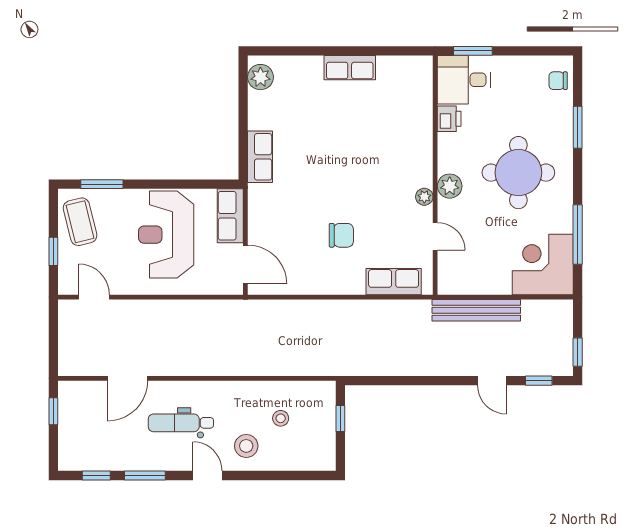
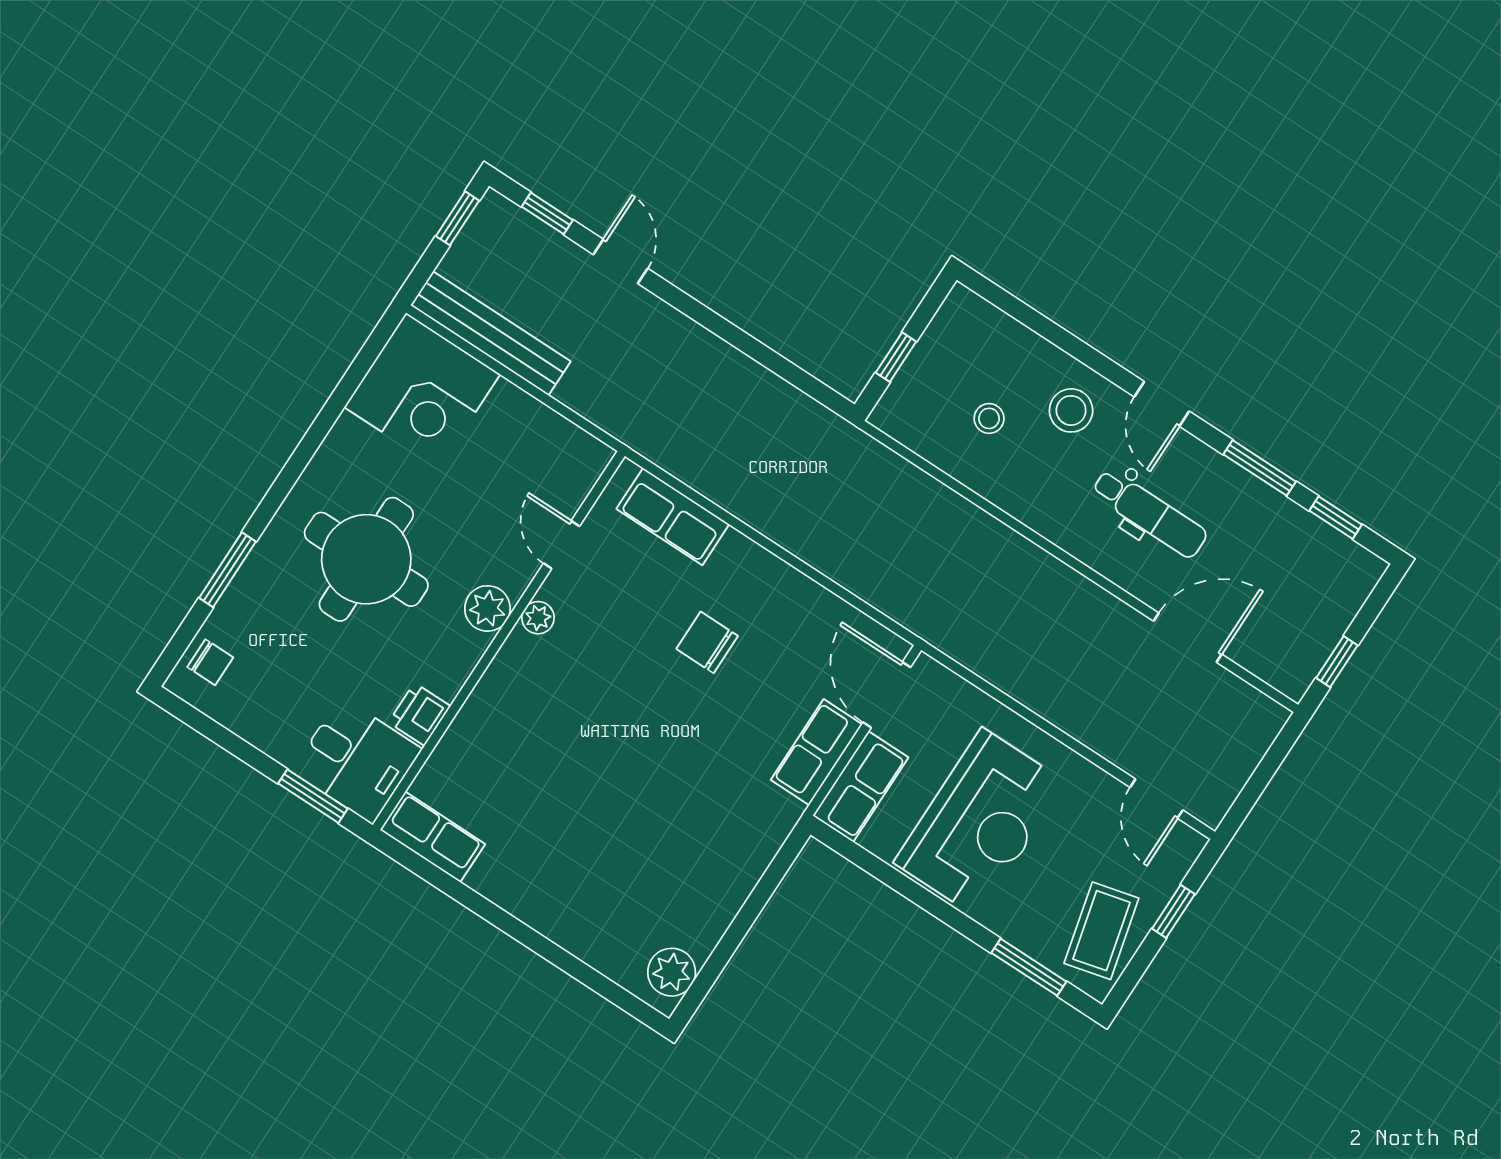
row of seats: (350, 68) -> (433, 837), moved
row of seats: (260, 157) -> (816, 752), moved
window: (578, 235) -> (337, 402), removed
bench: (476, 310) -> (491, 333), moved

